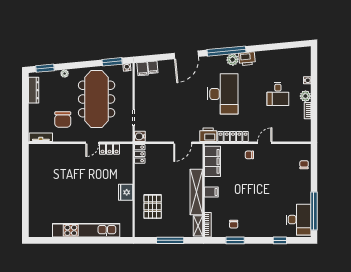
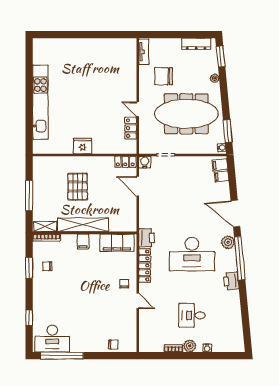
plant: (233, 60) -> (228, 242), moved
door: (183, 143) -> (138, 186), moved
pallet: (153, 207) -> (78, 187), moved, turned 90

